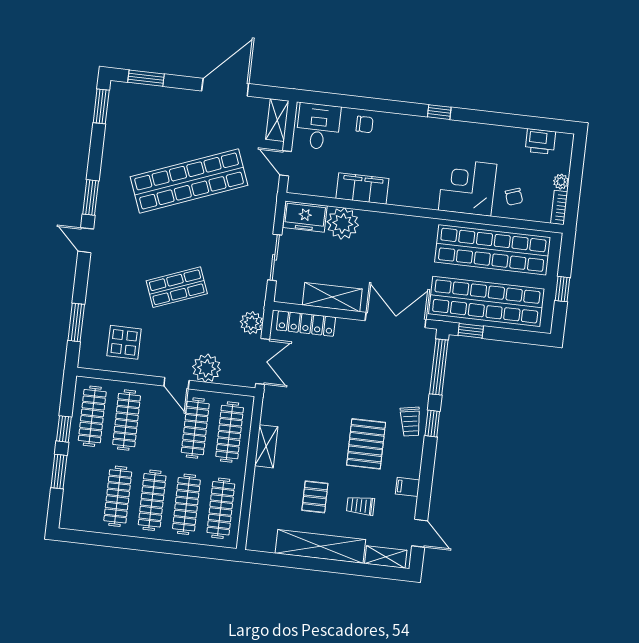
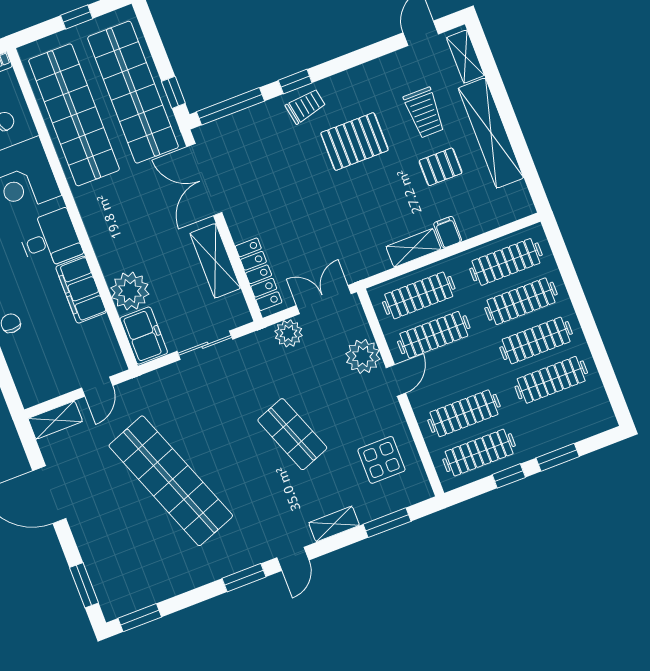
desk: (318, 126) -> (50, 240), moved, turned 180
shelving: (95, 283) -> (334, 524), added
filing cabinet: (408, 487) -> (448, 232), moved, turned 180
trolley: (361, 506) -> (424, 113), width x1.36, depth x1.39

